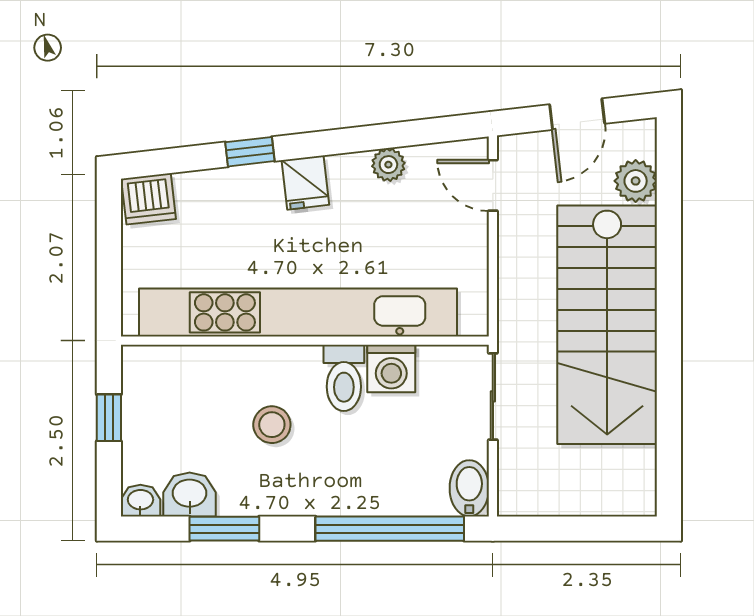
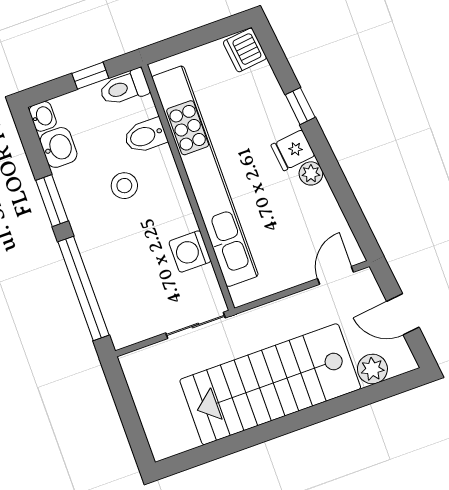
plant: (388, 165) -> (311, 173), moved
toilet: (344, 378) -> (124, 88), moved
bidet: (469, 488) -> (145, 136), moved, turned 180
window: (224, 529) -> (52, 201), moved

